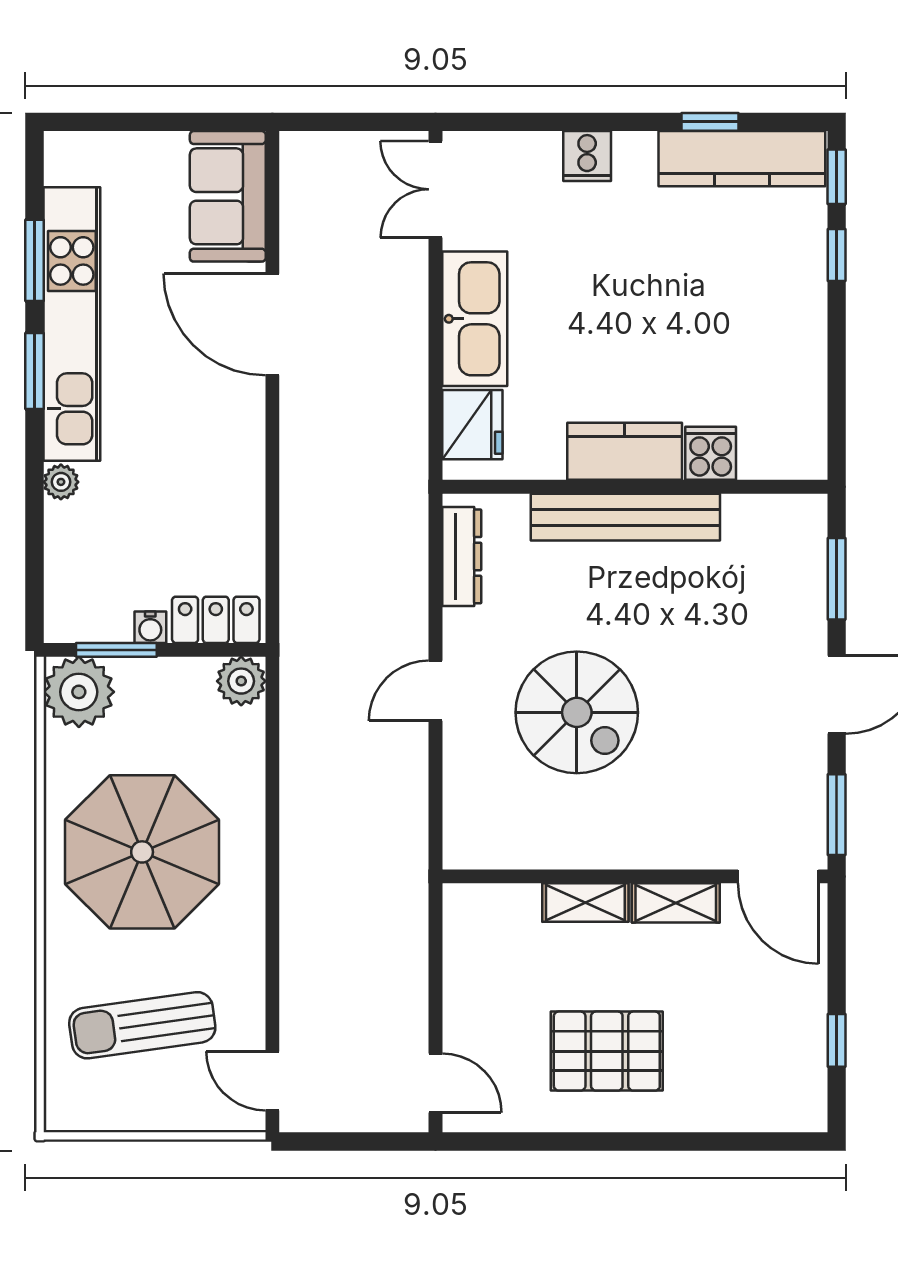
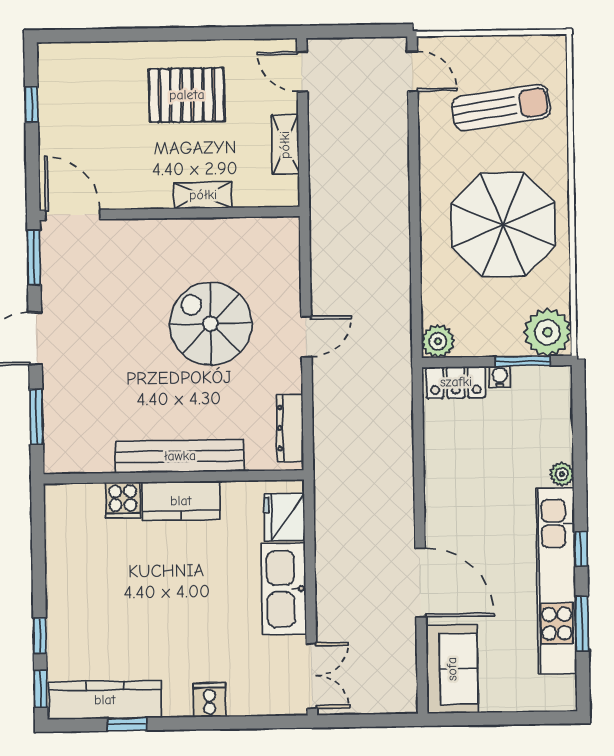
window: (34, 371) -> (581, 549), width x0.67
shelving: (676, 903) -> (285, 145), moved, turned 90

